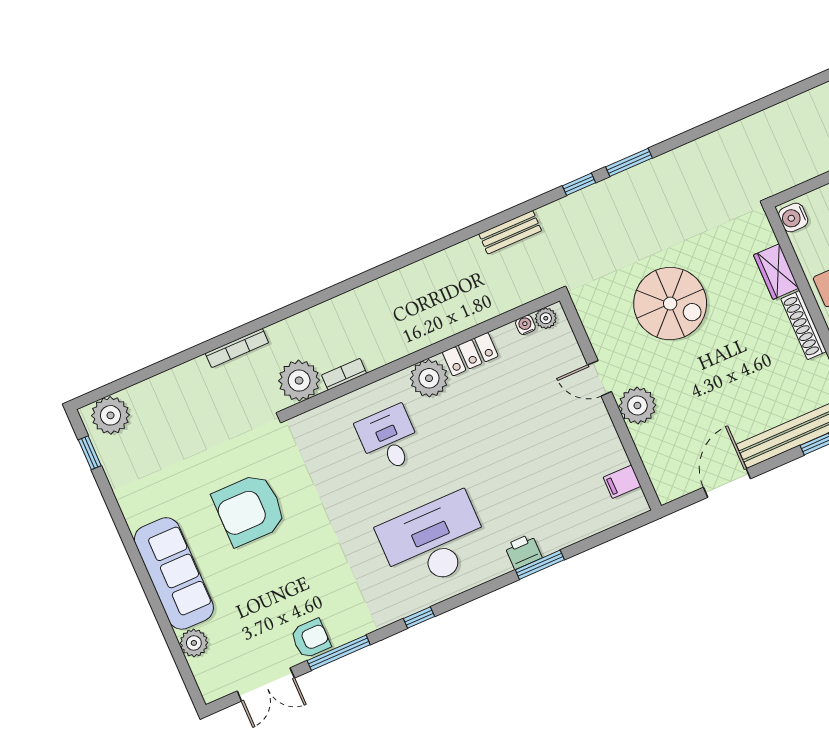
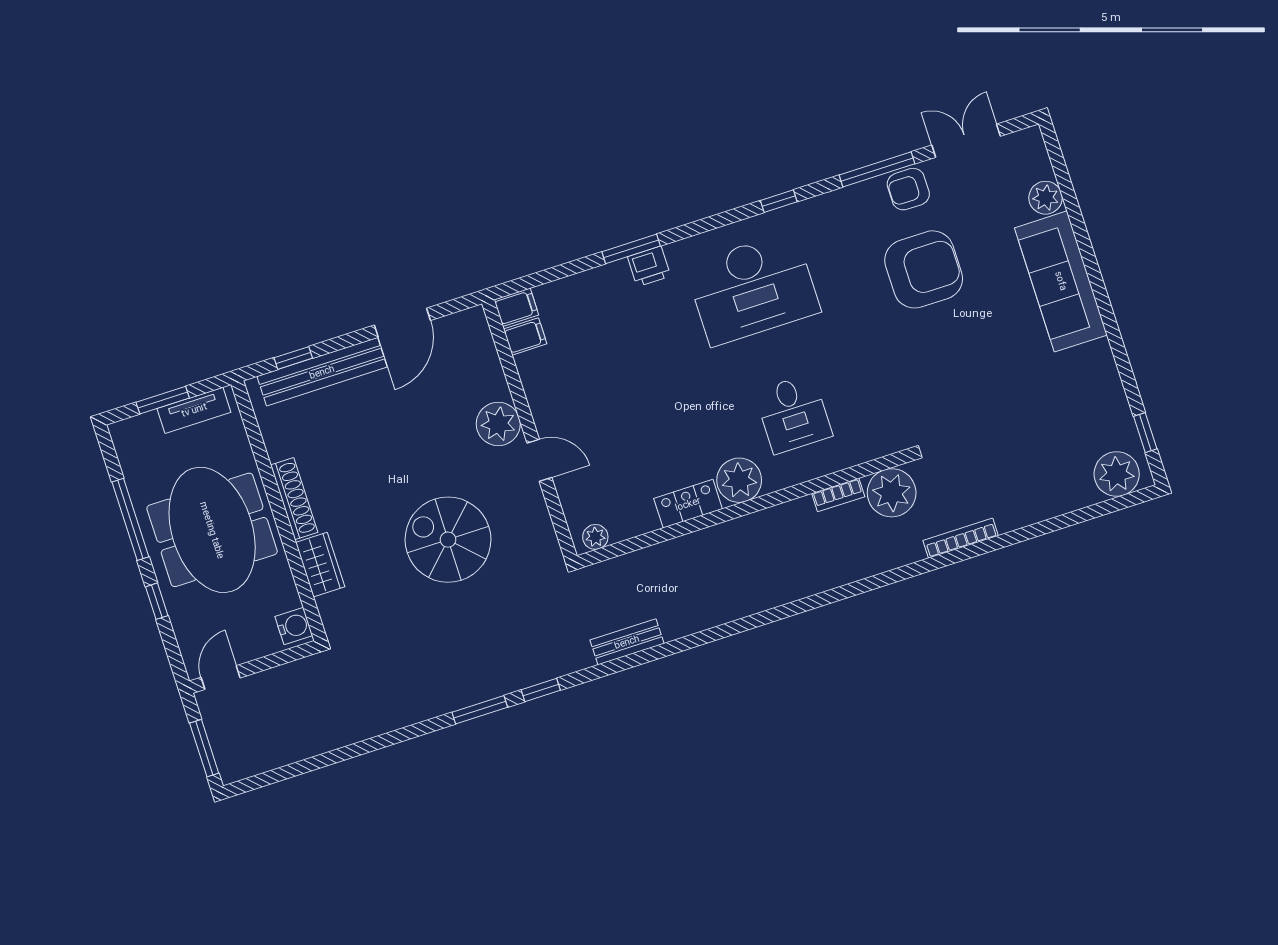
water cooler: (525, 325) -> (620, 531), removed
filing cabinet: (632, 506) -> (516, 307), added
armchair: (249, 509) -> (924, 269), moved

